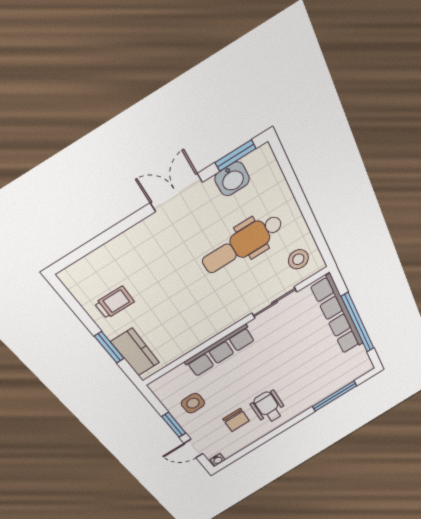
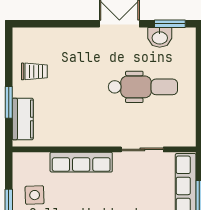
dental chair: (242, 244) -> (143, 87), turned 180
stool: (298, 259) -> (177, 126), removed

